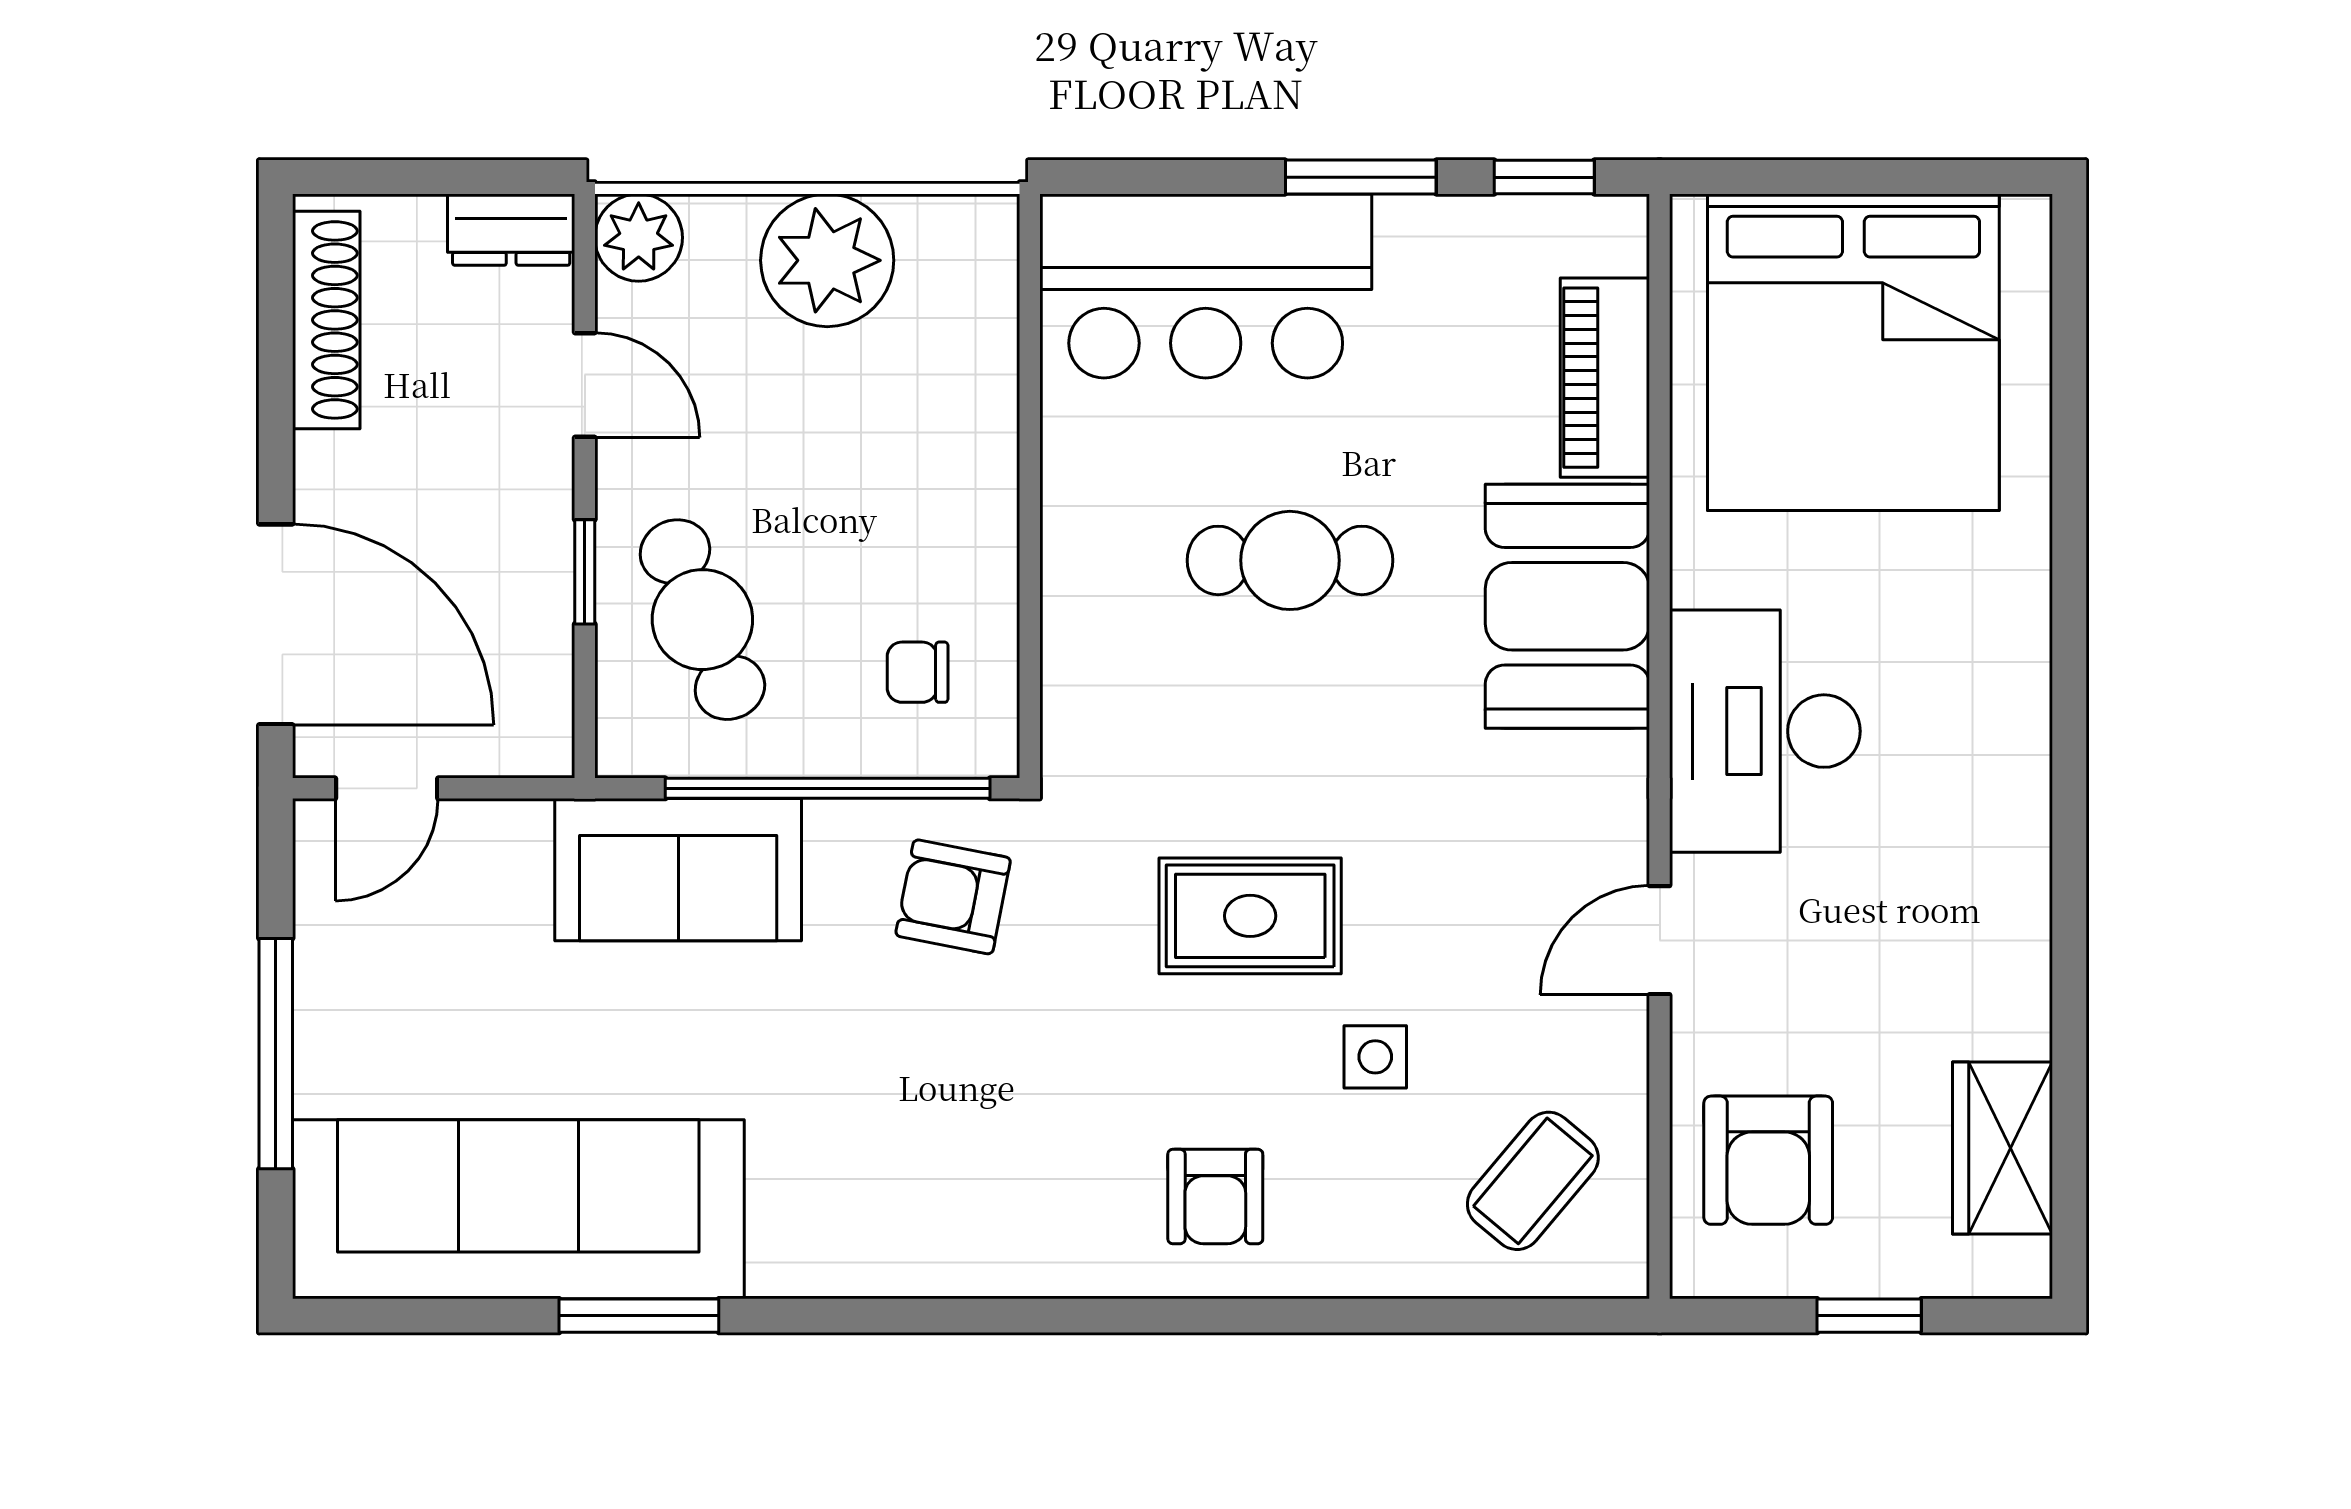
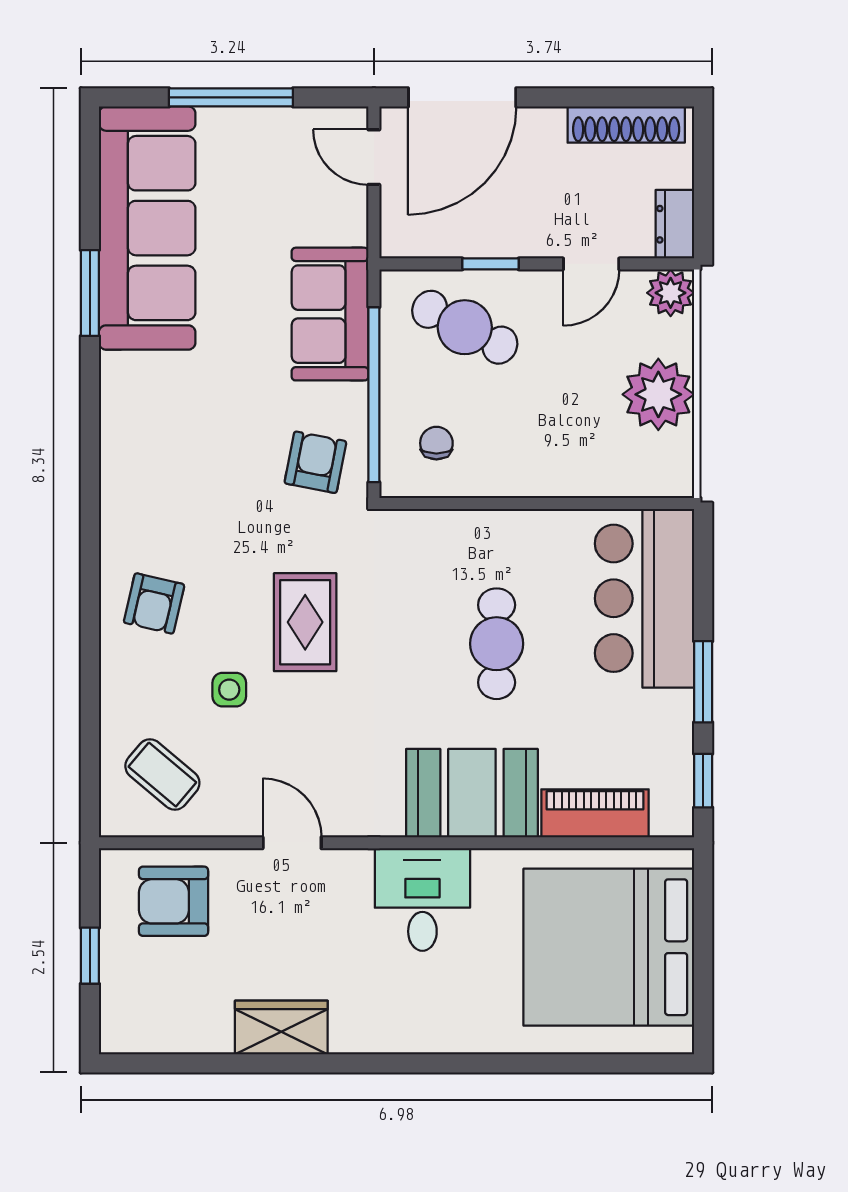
cafe table: (702, 620) -> (465, 327), turned 49
desk: (1765, 731) -> (422, 899), width x0.73
wardrobe: (2003, 1148) -> (281, 1028), moved
armchair: (1215, 1196) -> (154, 603), turned -77

